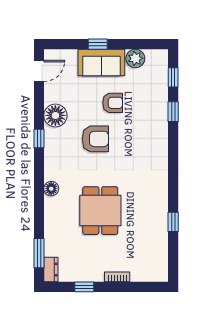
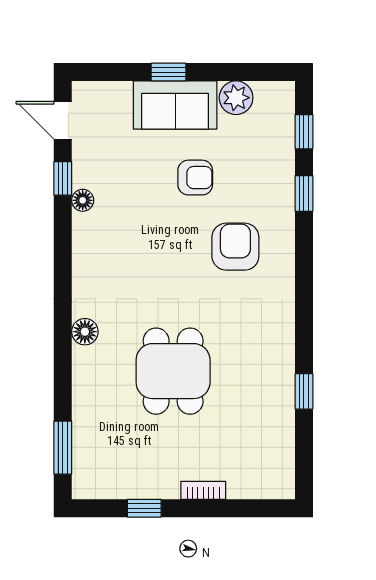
door: (39, 71) -> (63, 120), swing flipped
floor lamp: (55, 115) -> (83, 200), width x0.53, depth x0.53
window: (39, 139) -> (63, 178), moved
armchair: (95, 139) -> (235, 247), moved, turned -90
dresser: (51, 270) -> (84, 477), removed

